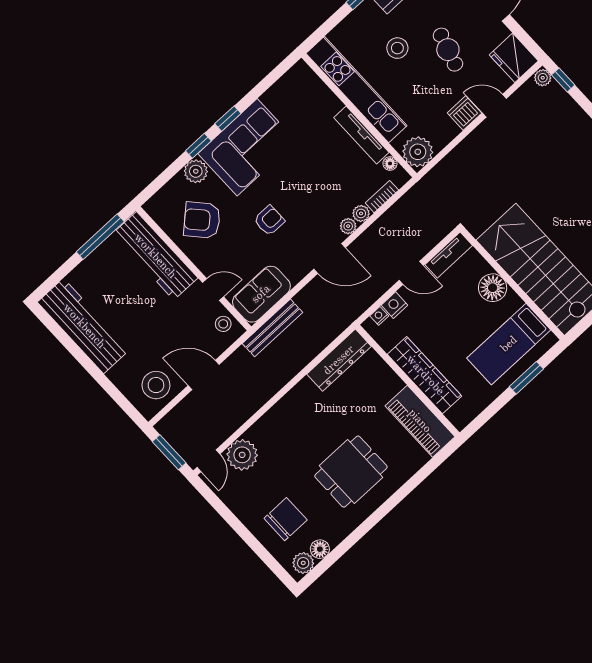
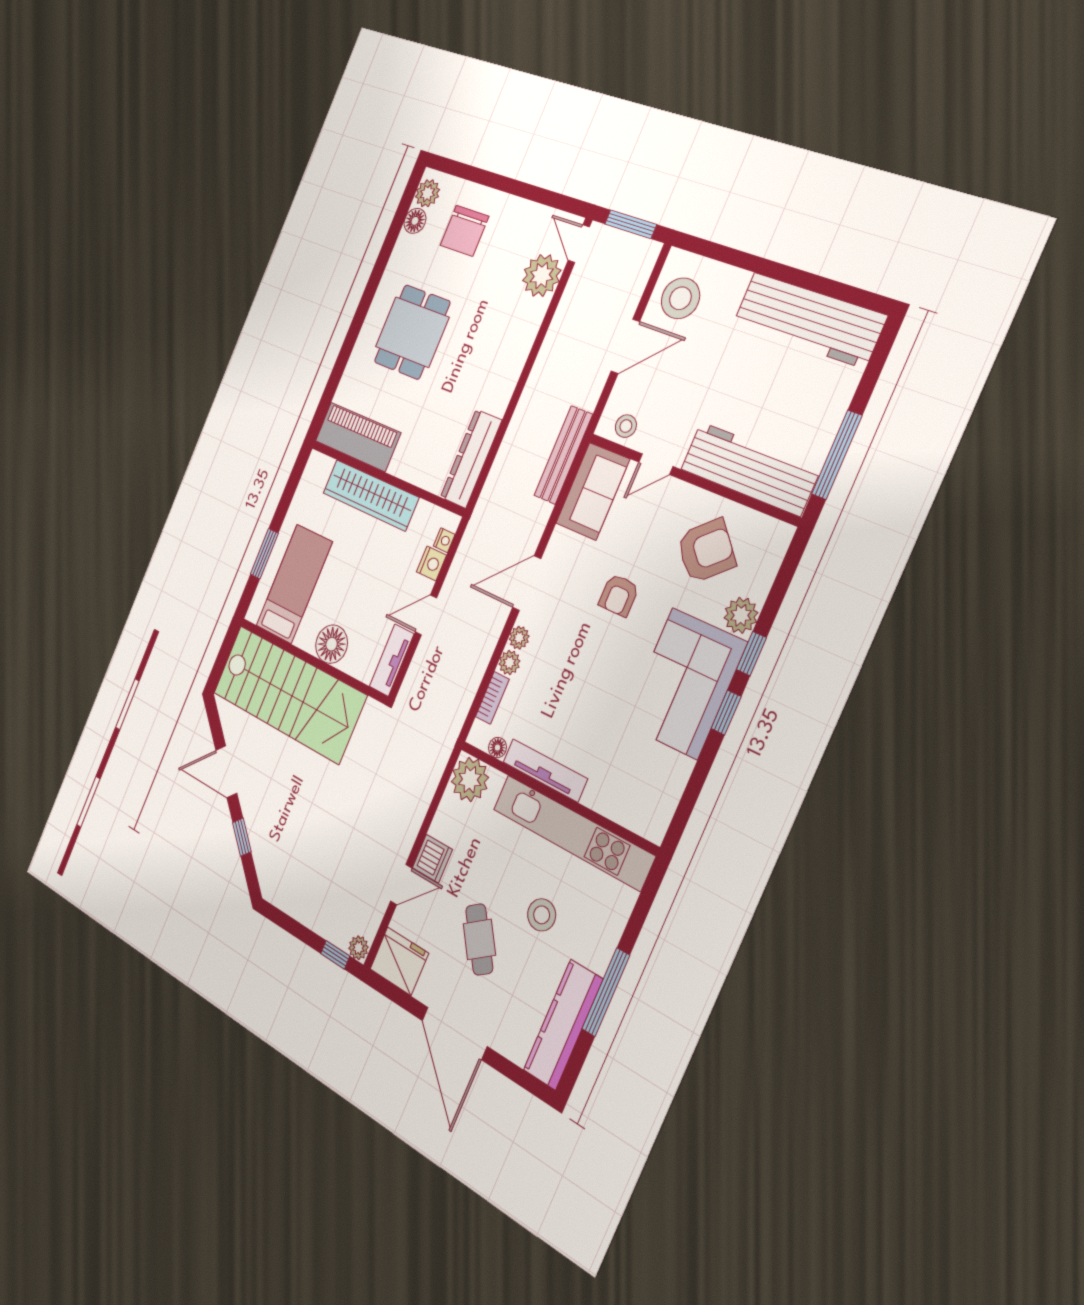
cafe table: (448, 50) -> (479, 939), turned 38

